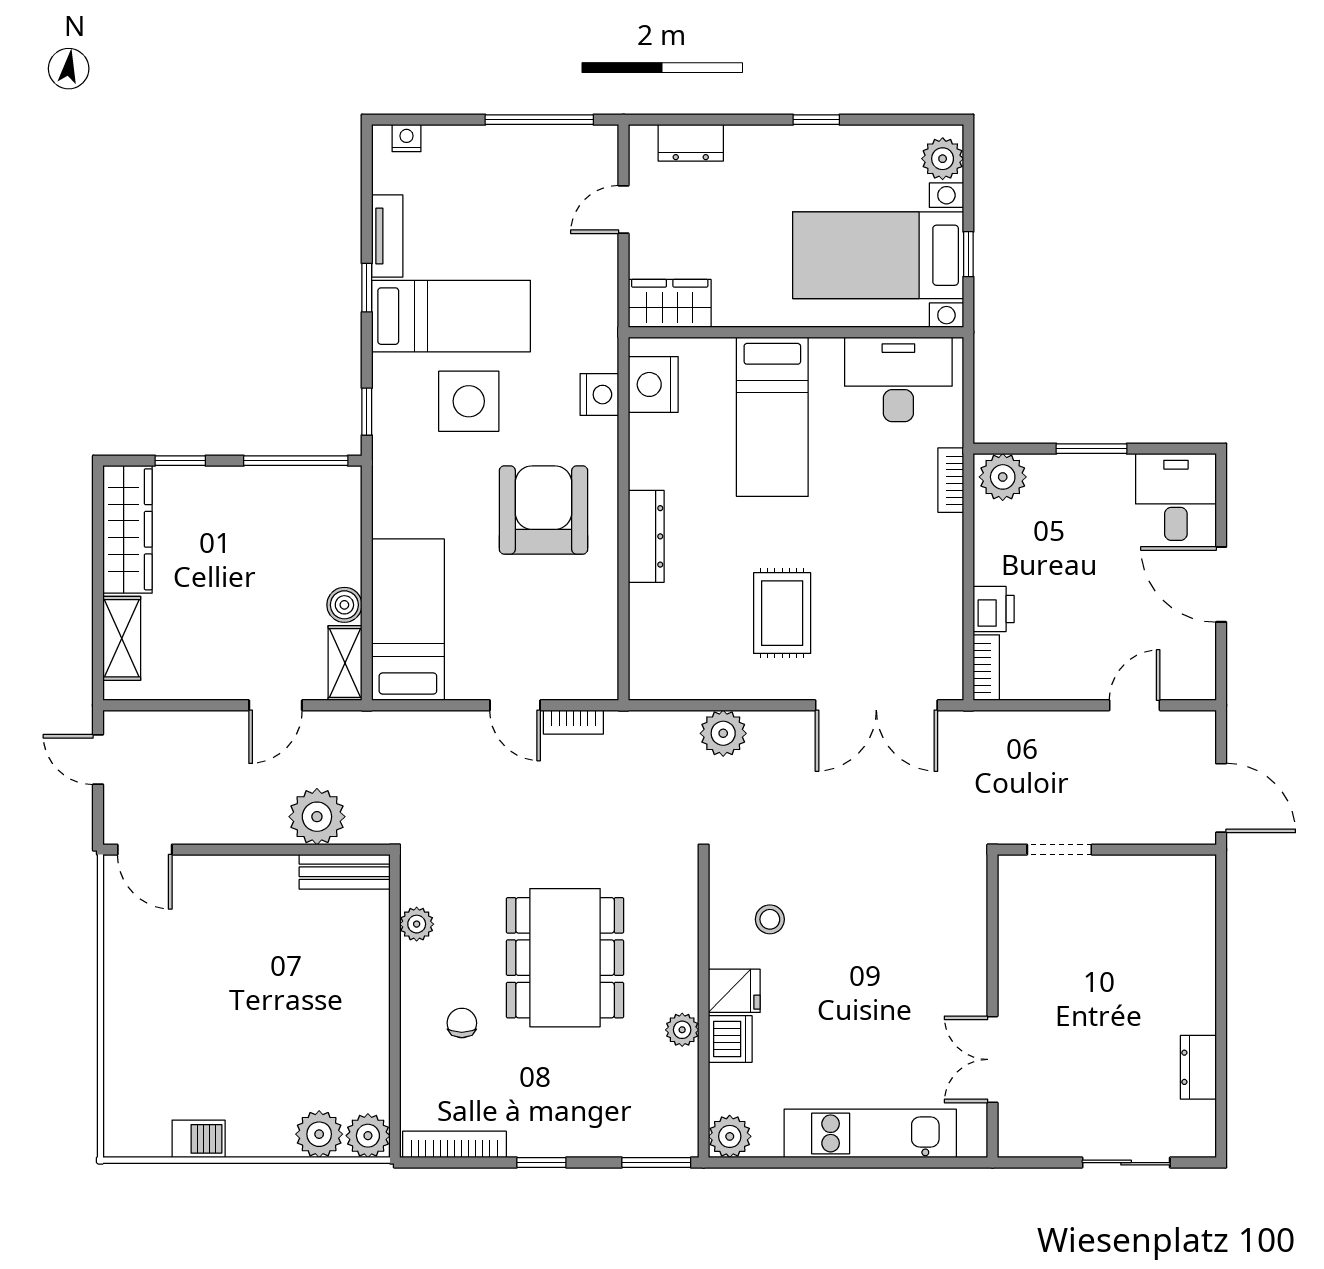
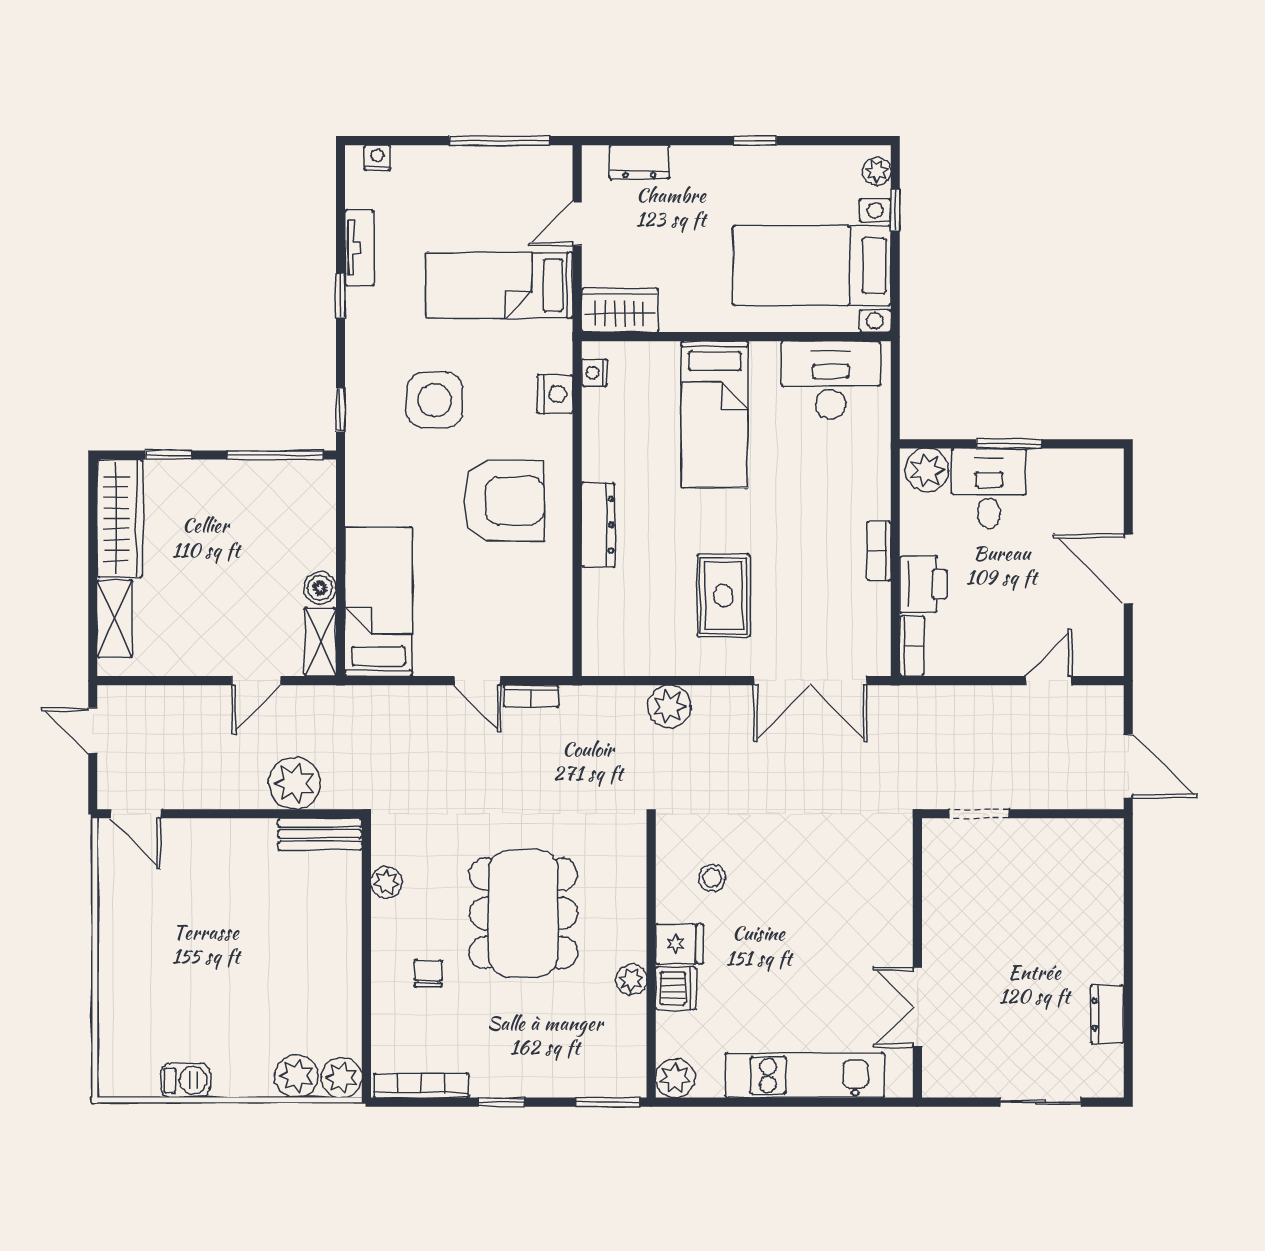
plant: (943, 159) -> (877, 171), width x0.73, depth x0.73
window: (968, 254) -> (895, 210), moved
bed: (451, 316) -> (499, 285), moved, turned 180
nightstand: (653, 384) -> (594, 373), width x0.53, depth x0.56
bookcase: (951, 480) -> (879, 551), moved
desk: (1176, 497) -> (989, 488), moved
armchair: (543, 510) -> (503, 500), turned 90
printer: (994, 609) -> (923, 584), width x1.36, depth x1.24

